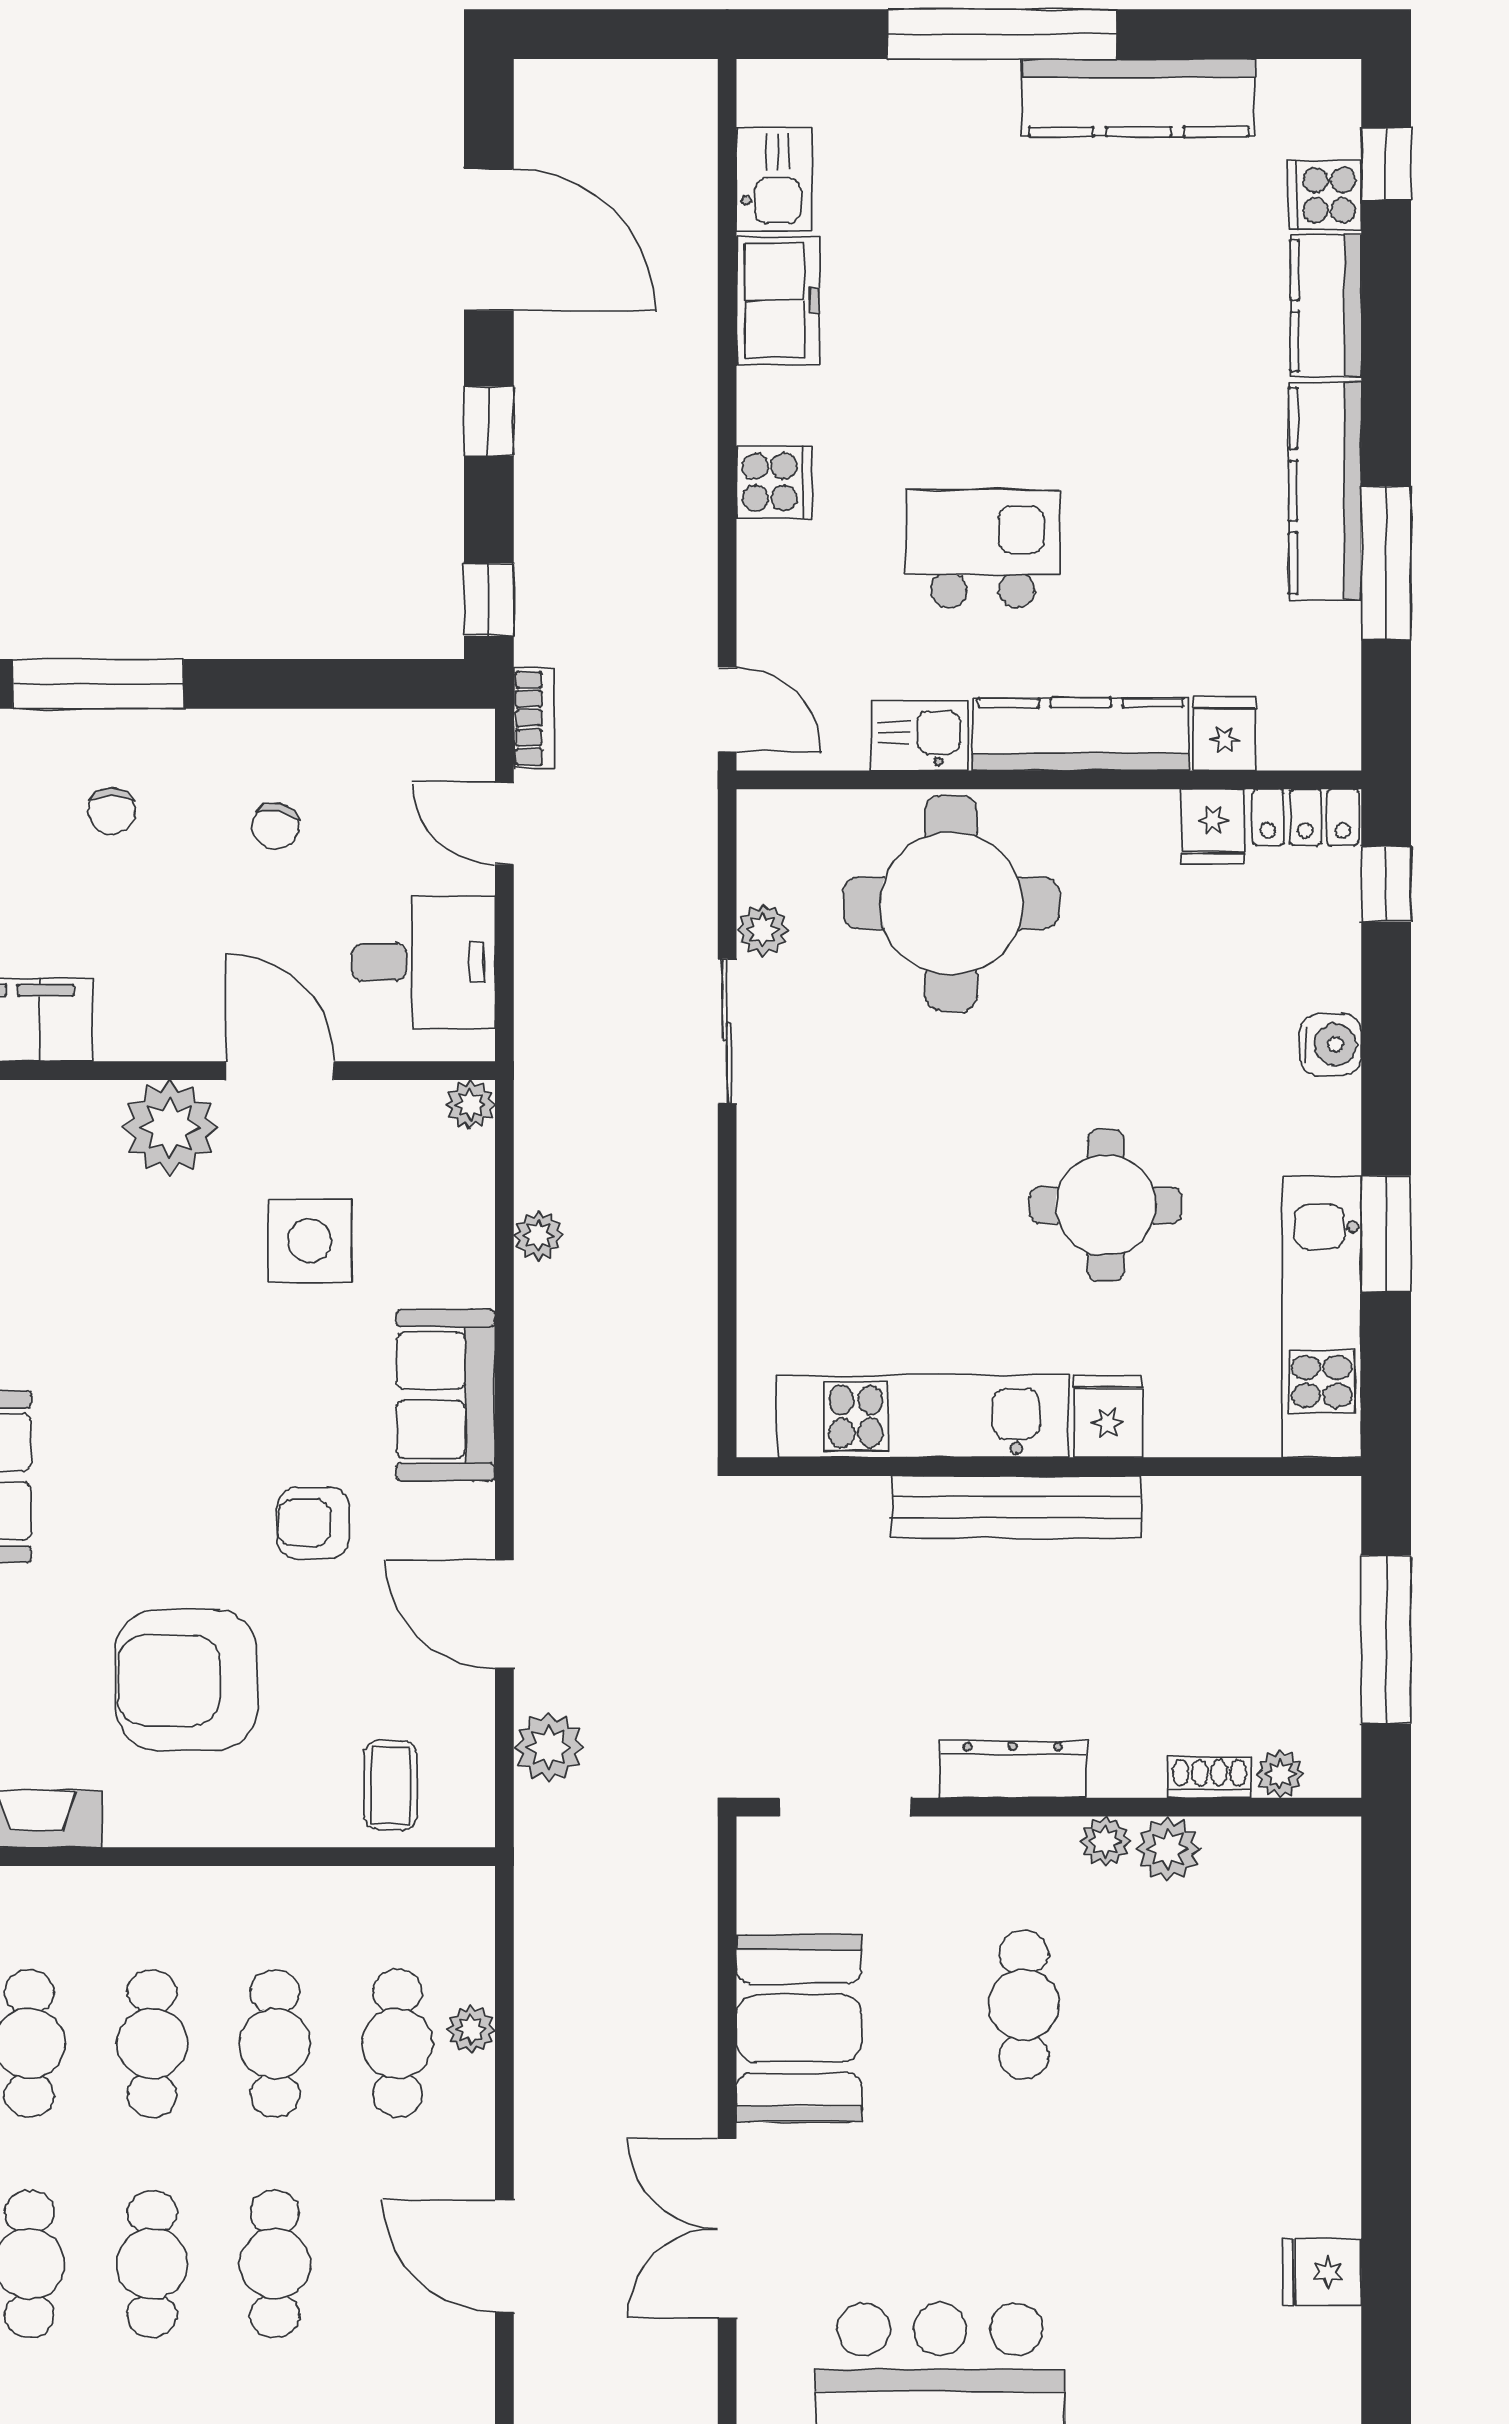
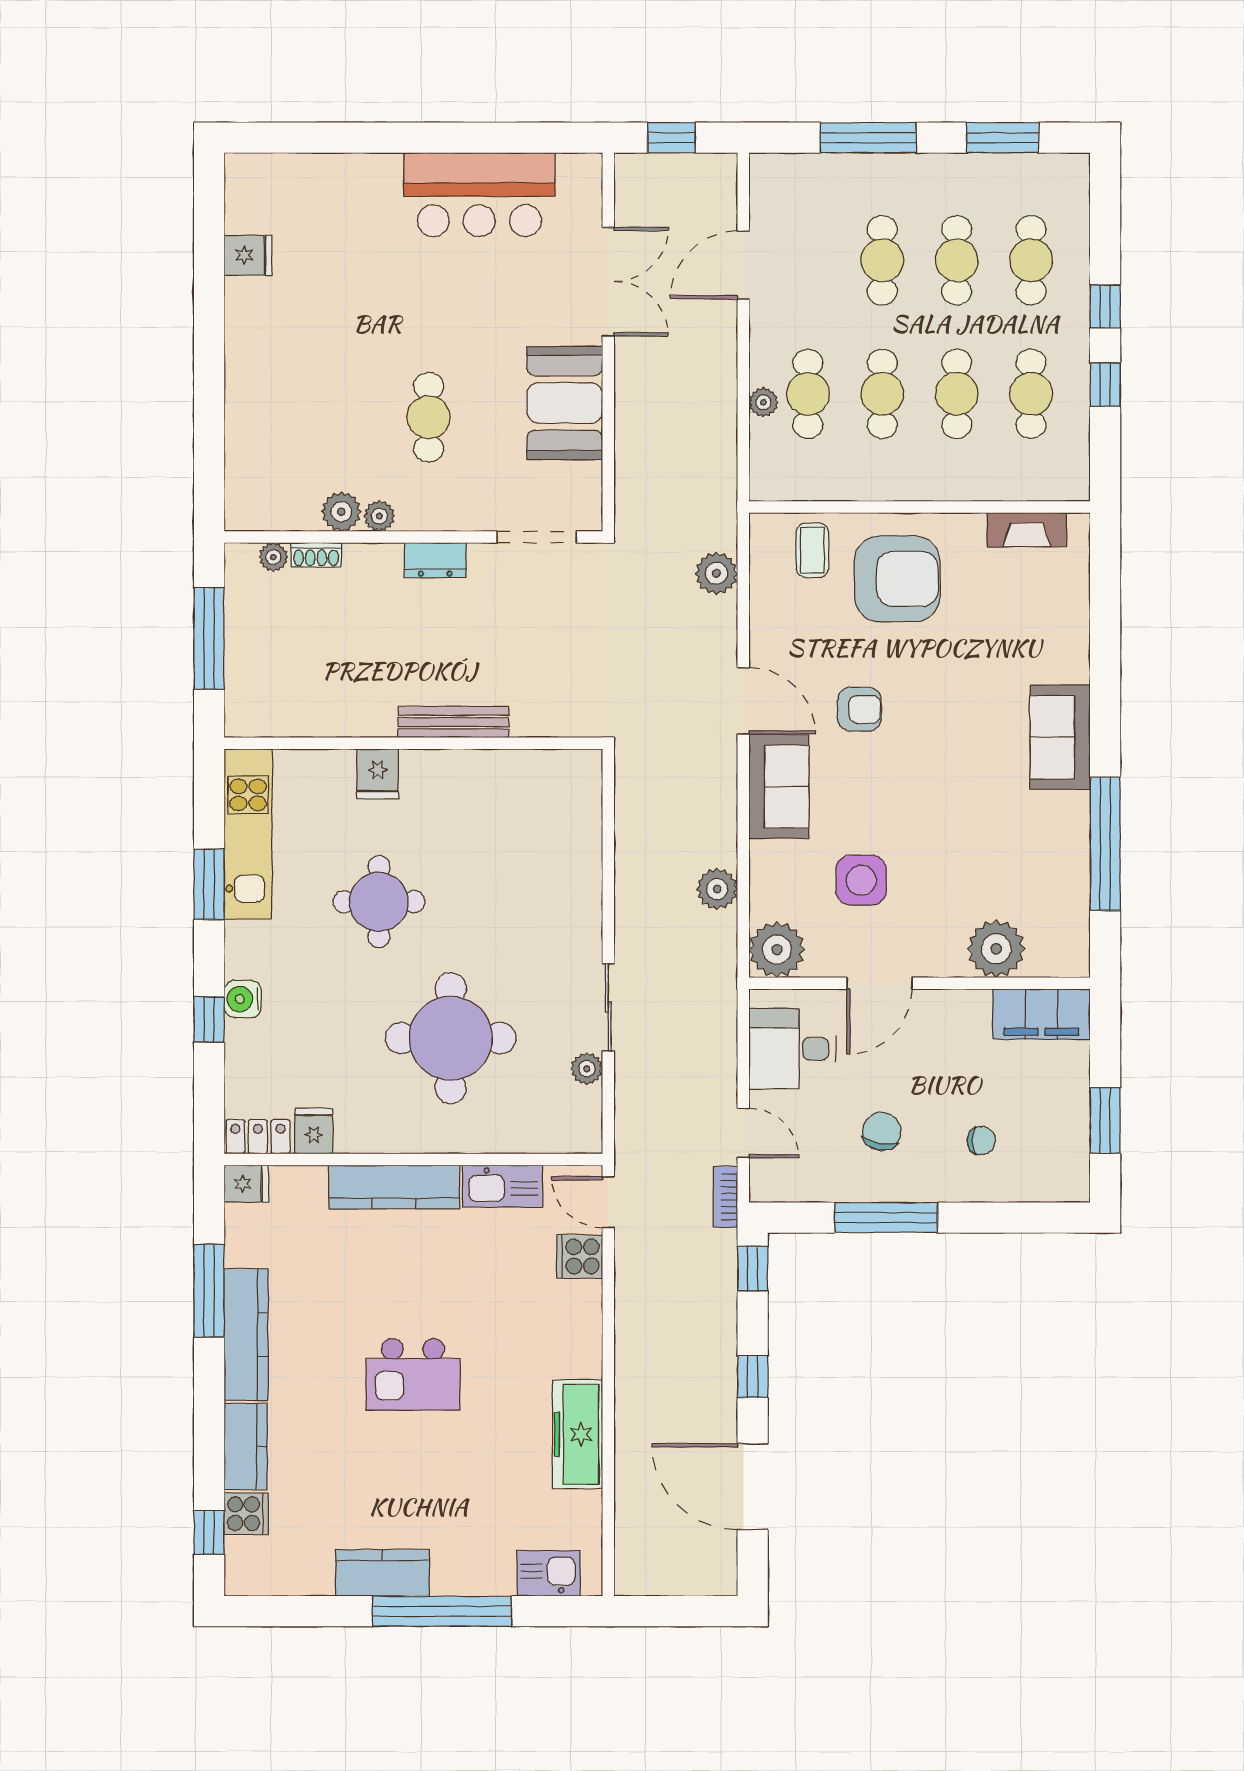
kitchen counter: (1139, 98) -> (382, 1573), width x0.67
kitchen sink: (774, 180) -> (549, 1573), moved, turned 90
freezer: (778, 301) -> (578, 1434), width x1.40
cooker: (774, 482) -> (580, 1256), moved
kitchen island: (983, 549) -> (413, 1374), moved
window: (98, 684) -> (886, 1218), moved
fridge: (1225, 734) -> (246, 1184), moved, turned -90
kitchen sink: (919, 736) -> (503, 1186), width x1.38
chair: (112, 811) -> (981, 1141), turned 90
chair: (276, 826) -> (882, 1131), width x1.37, depth x1.37
window: (1386, 884) -> (209, 1019), moved
round table: (951, 903) -> (451, 1038), moved
door: (280, 1071) -> (879, 983), hinge flipped
plant: (470, 1105) -> (777, 950), width x1.88, depth x1.88
plant: (170, 1127) -> (996, 949), moved
plant: (538, 1235) -> (717, 889), width x1.38, depth x1.38
kitchen unit: (923, 1416) -> (490, 774), removed
bench: (1016, 1507) -> (454, 722), width x0.73, depth x0.82
door: (504, 1614) -> (743, 701), moved
armchair: (186, 1680) -> (897, 579), moved
dresser: (1013, 1769) -> (435, 560), width x0.70
door: (504, 2256) -> (743, 265), swing flipped

